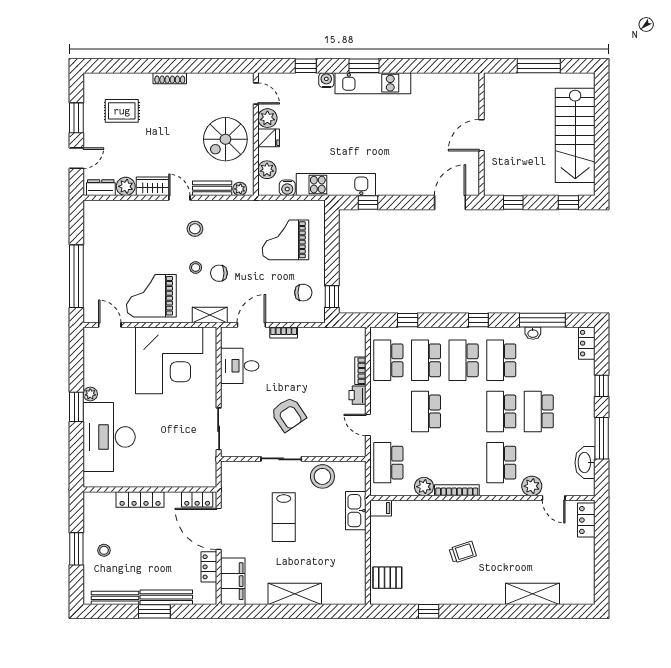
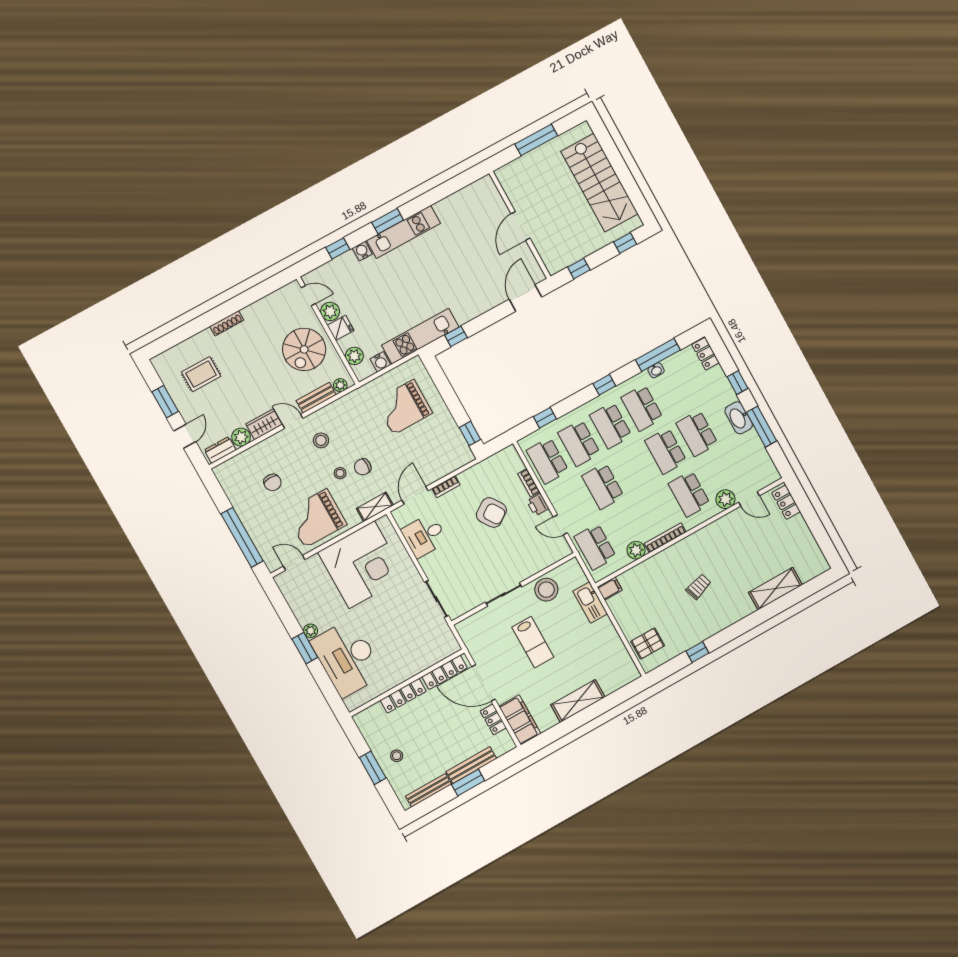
chair: (303, 293) -> (273, 482), moved, turned 90
armchair: (288, 414) -> (491, 513), moved
washbasin: (585, 463) -> (739, 418), moved
locker: (197, 499) -> (445, 672), width x1.53

